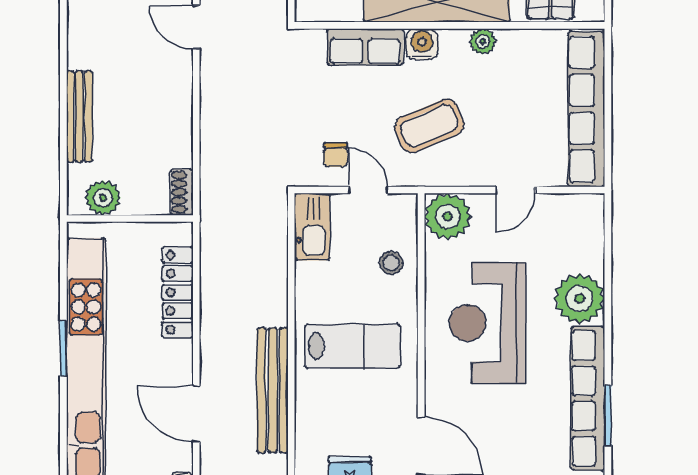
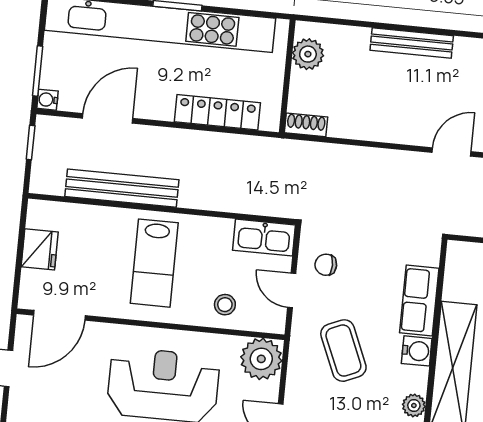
bench: (79, 116) -> (412, 43), moved
door: (368, 190) -> (292, 291), swing flipped

